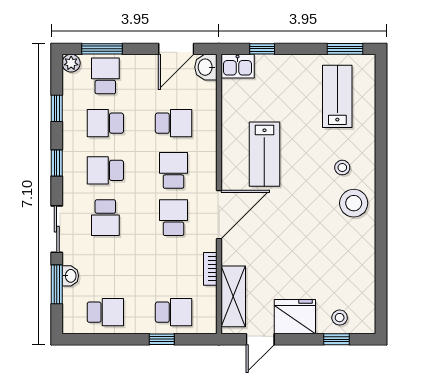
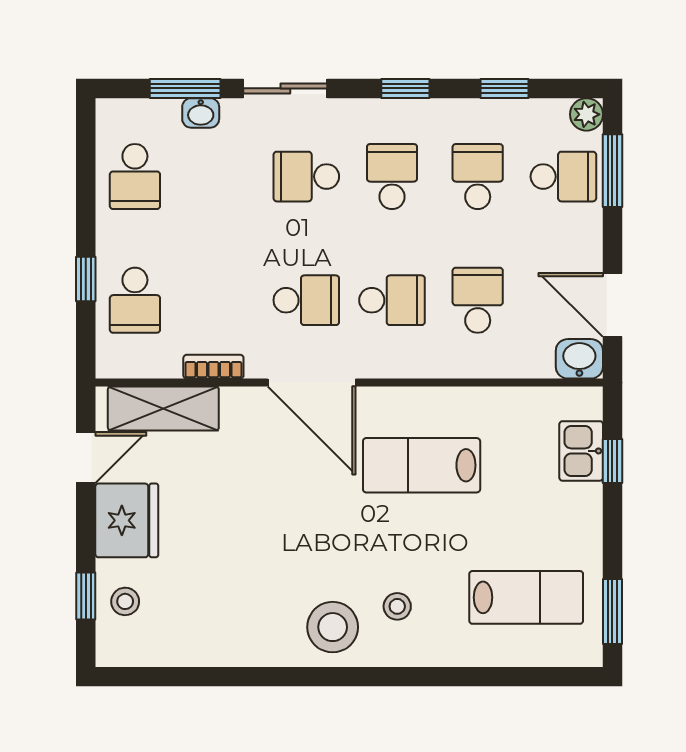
kitchen sink: (238, 66) -> (581, 451), moved
school desk: (174, 123) -> (478, 300), turned 180
door: (260, 339) -> (86, 458), swing flipped

